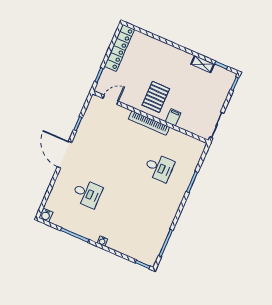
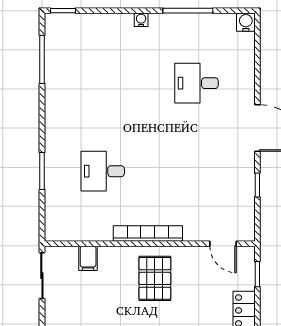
door: (111, 100) -> (223, 244), hinge flipped
filing cabinet: (173, 117) -> (88, 258), moved

